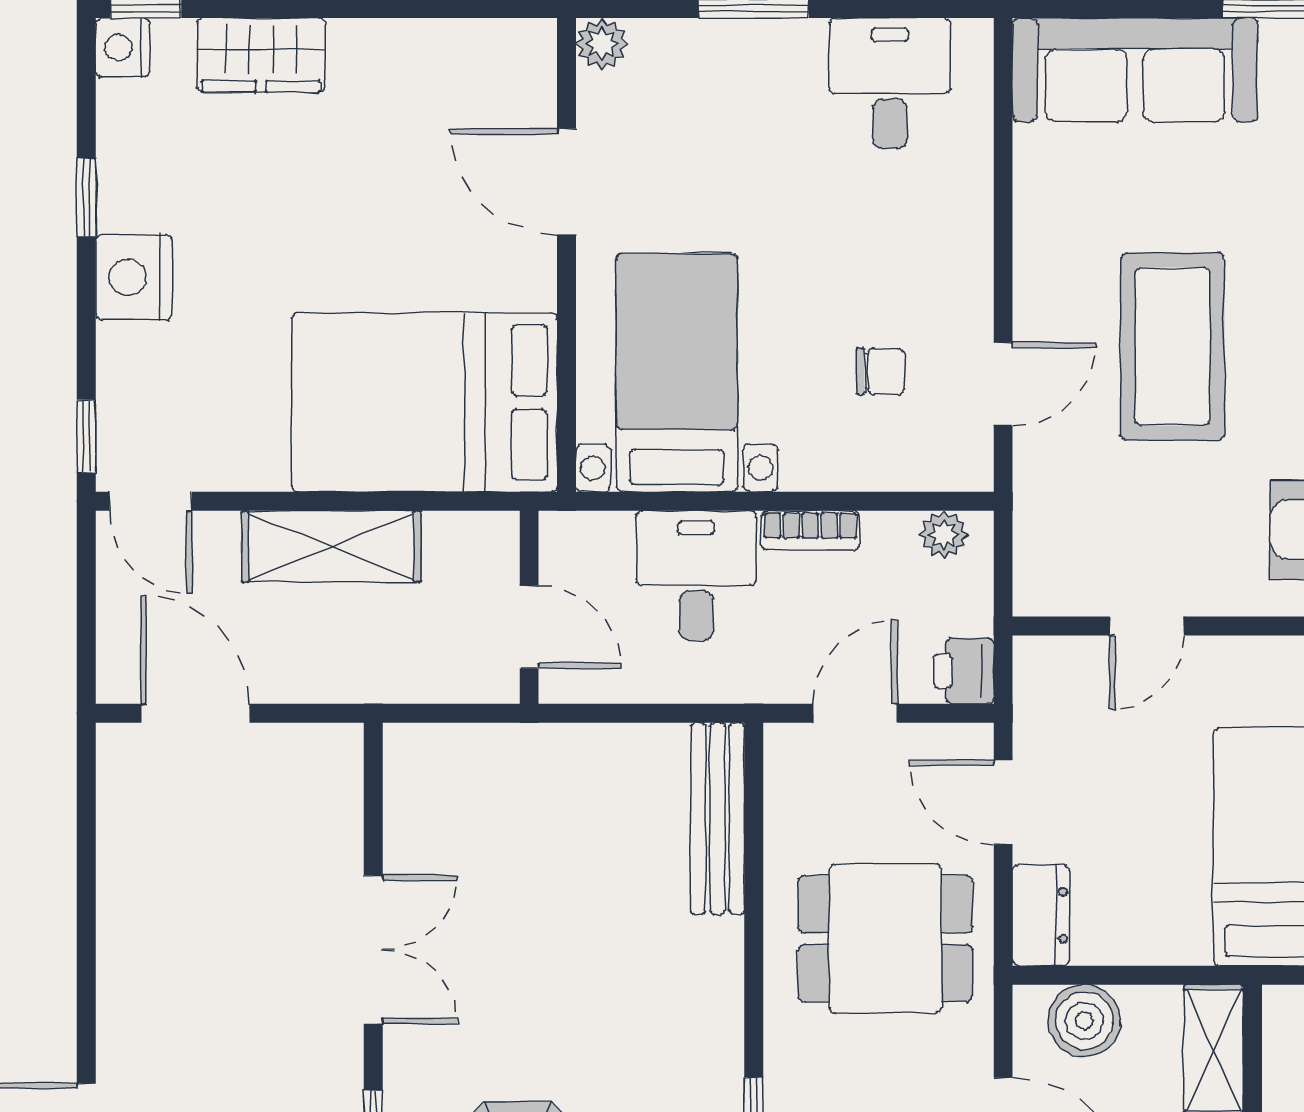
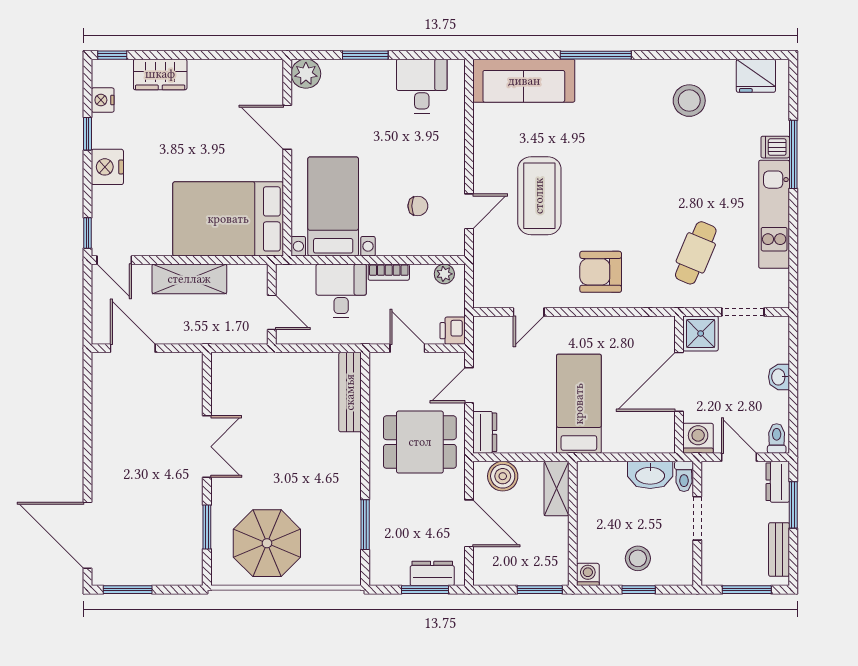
plant: (602, 44) -> (306, 74), width x1.38, depth x1.38
nightstand: (123, 47) -> (103, 100), moved
door: (855, 713) -> (407, 348), hinge flipped
door: (1003, 802) -> (469, 385), hinge flipped

